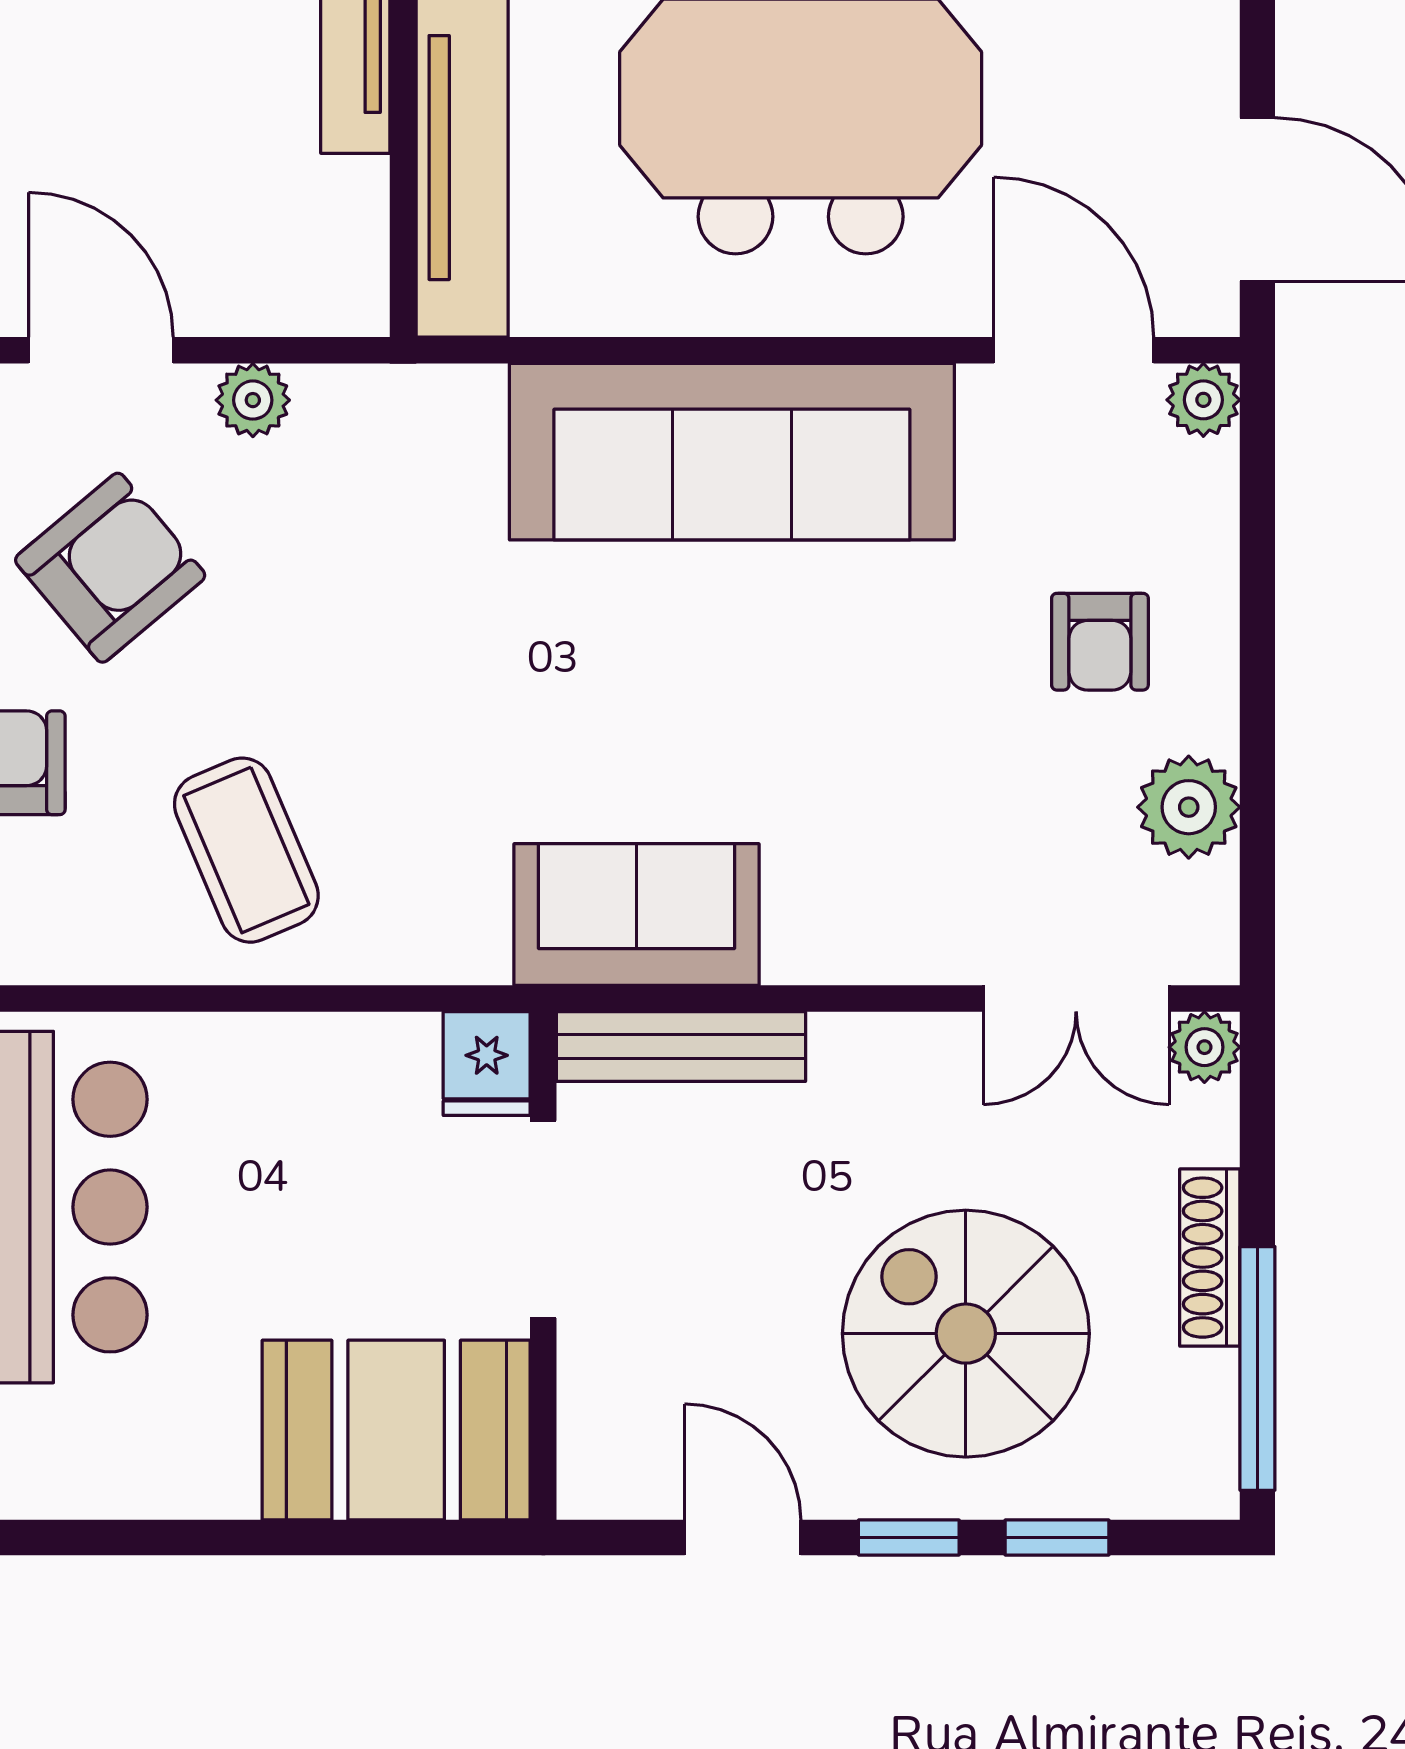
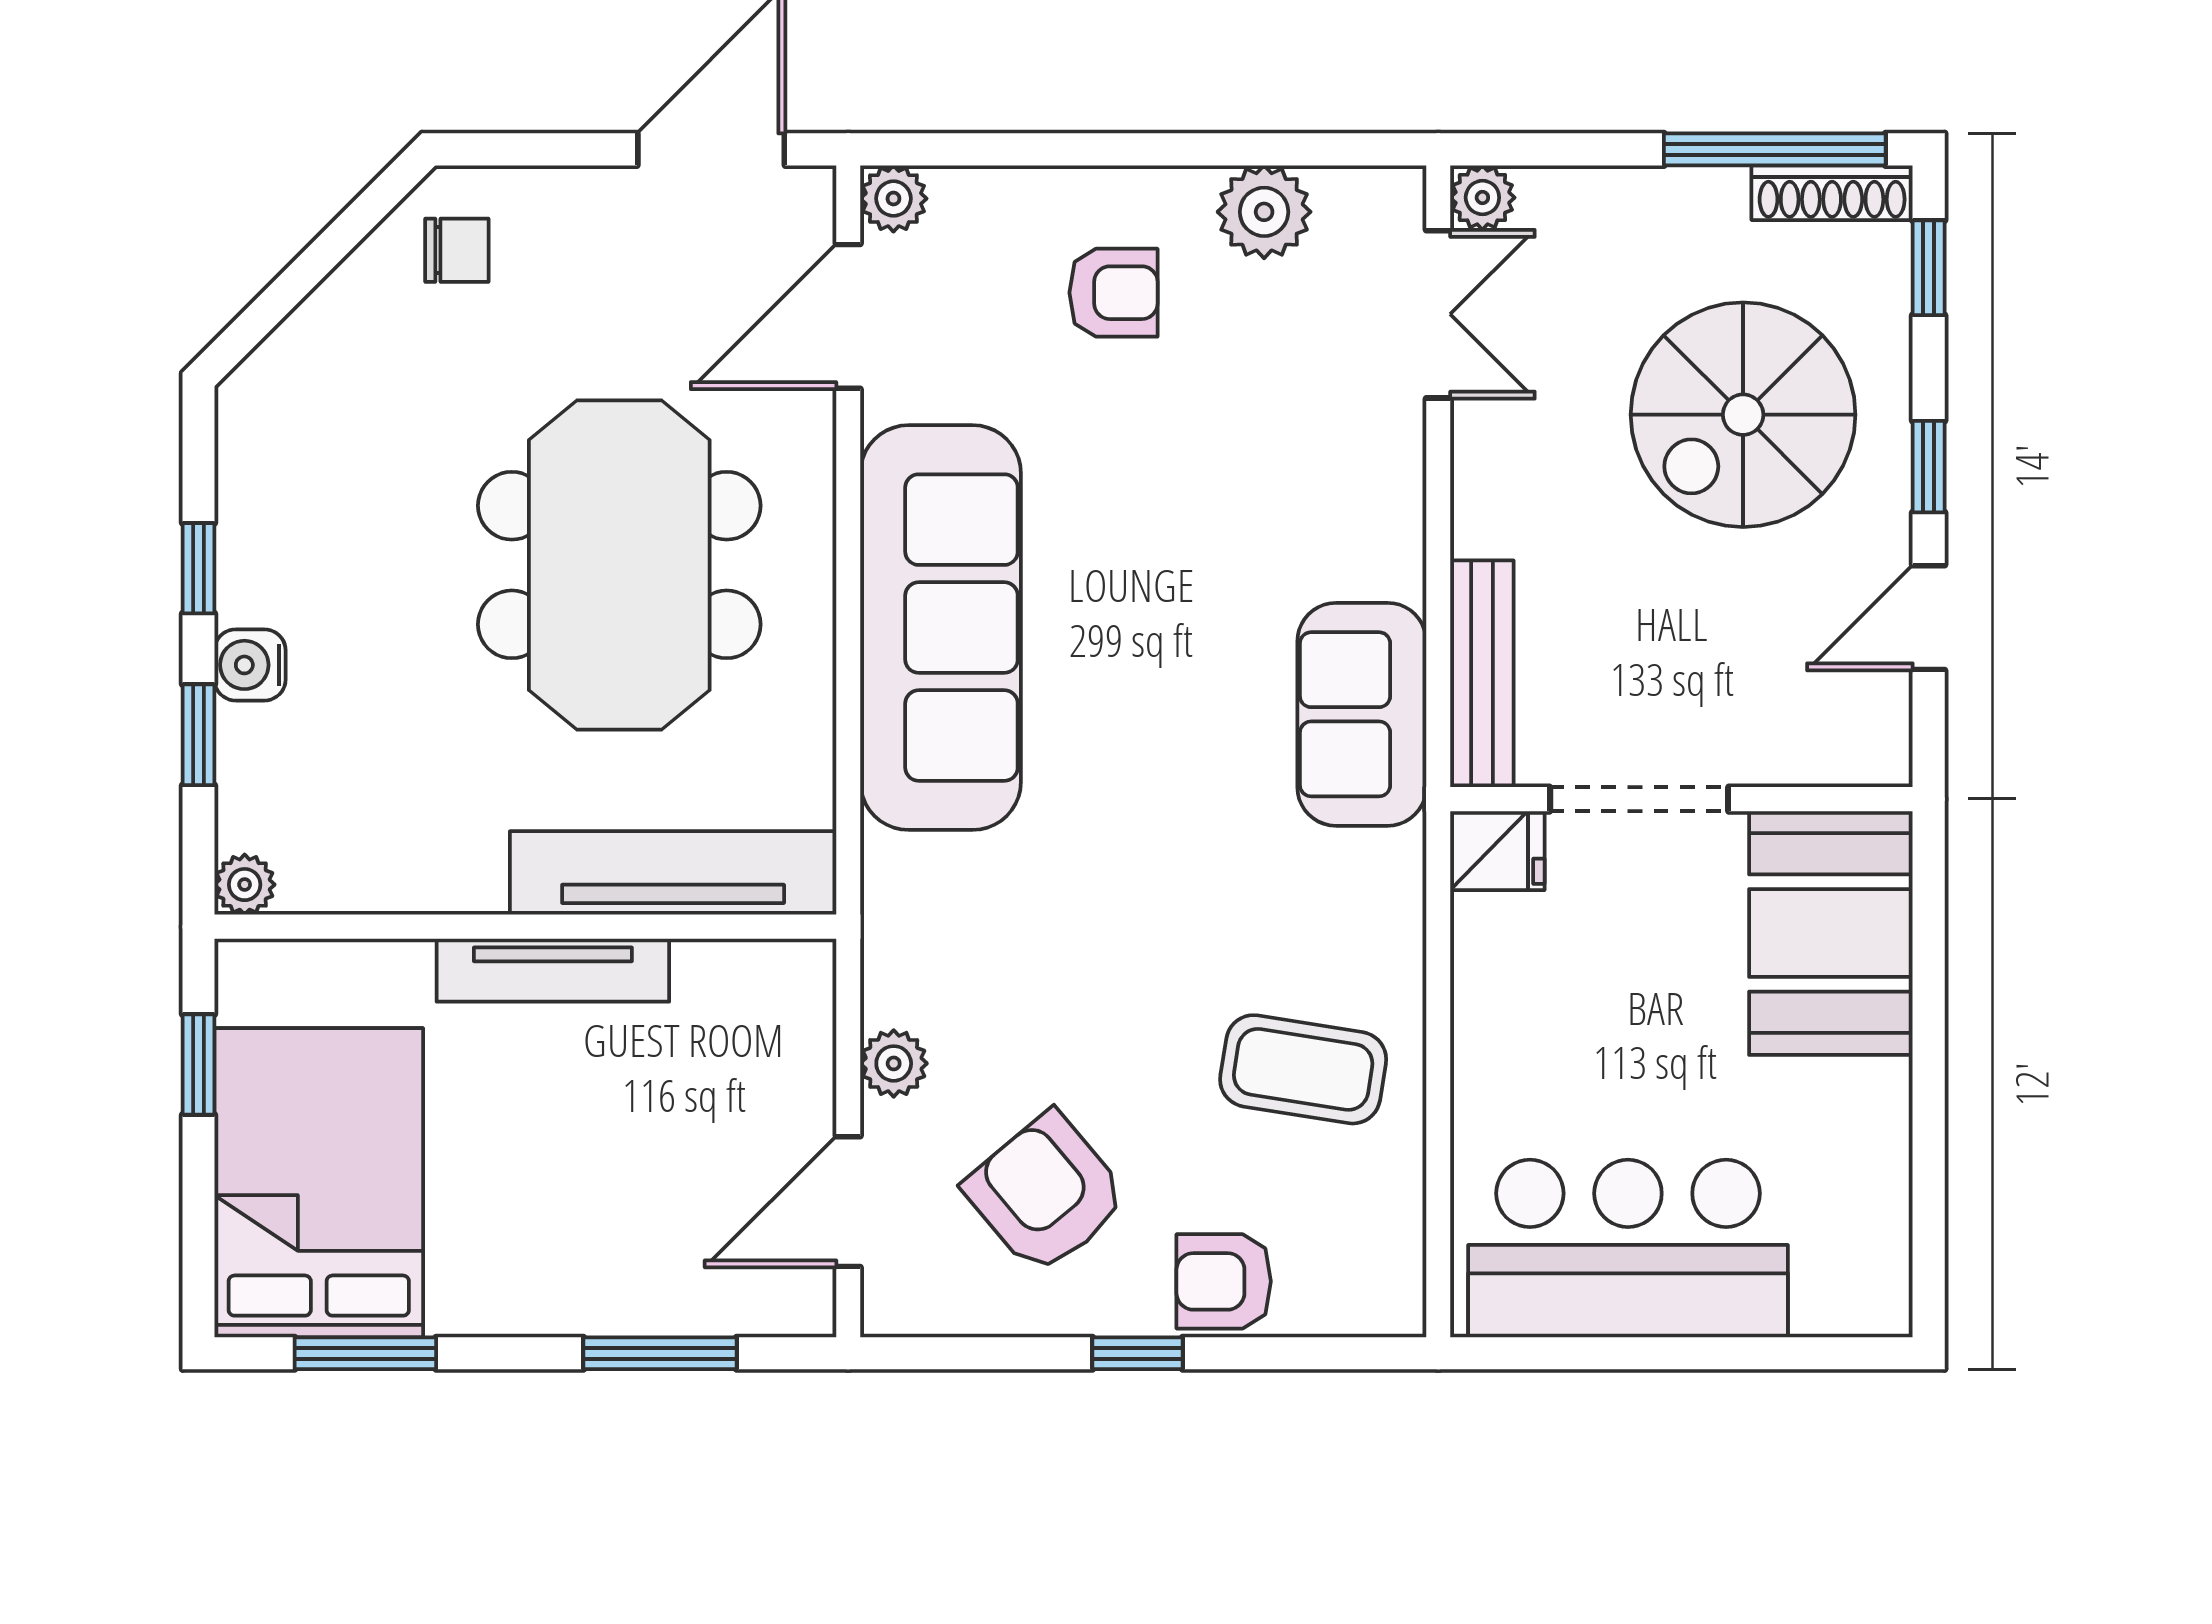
coffee table: (246, 850) -> (1303, 1069), turned 32
shoe rack: (1210, 1258) -> (1832, 193), moved
window: (1057, 1537) -> (1929, 268), moved

